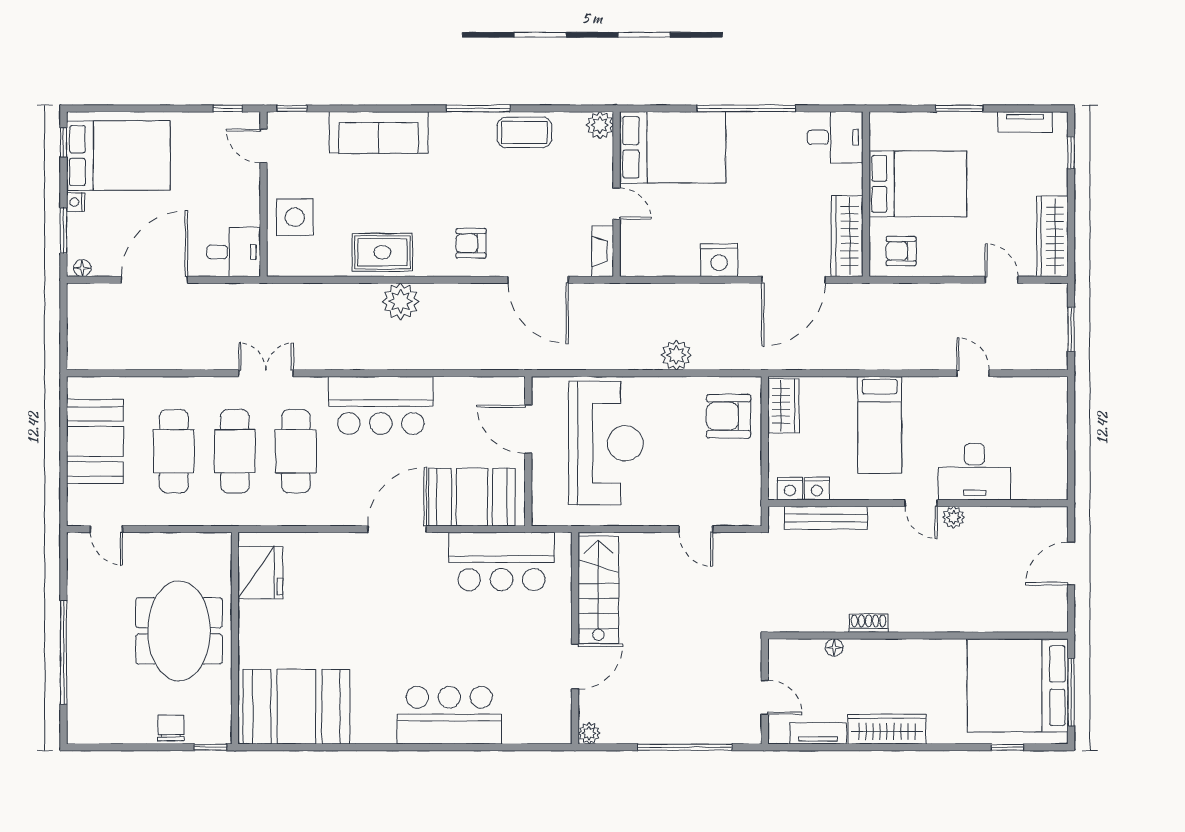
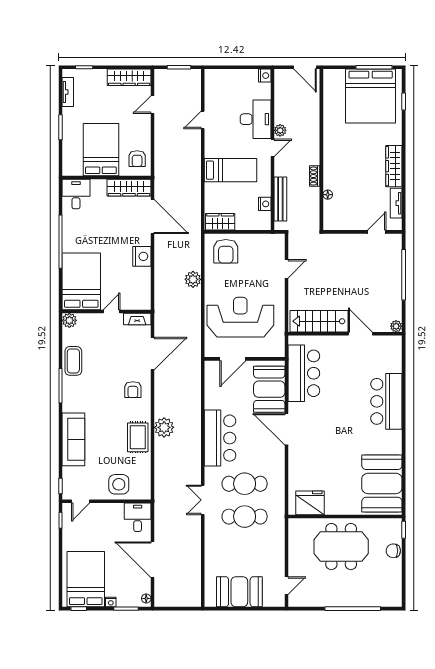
cafe table: (174, 451) -> (245, 549), removed
nightstand: (790, 489) -> (265, 76), moved
shoe rack: (869, 623) -> (315, 176), moved
wall: (918, 636) -> (321, 150), moved
floor lamp: (834, 647) -> (328, 195), moved

